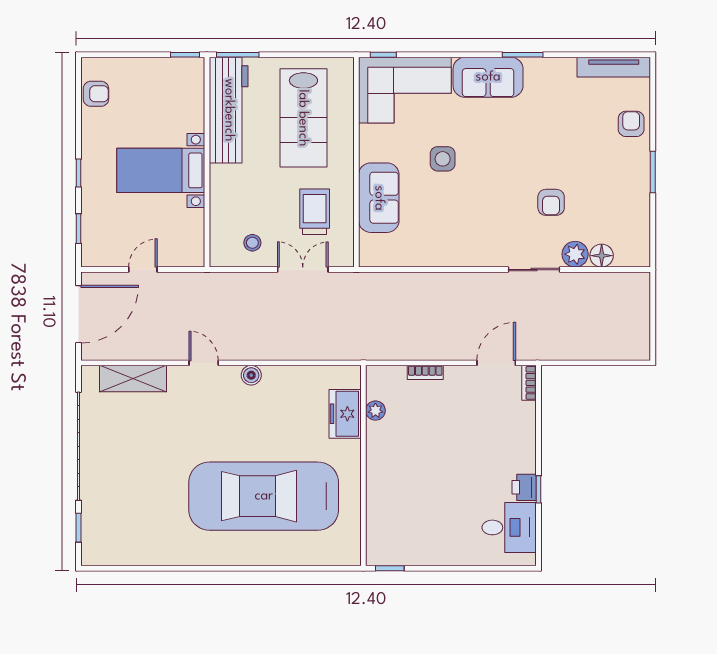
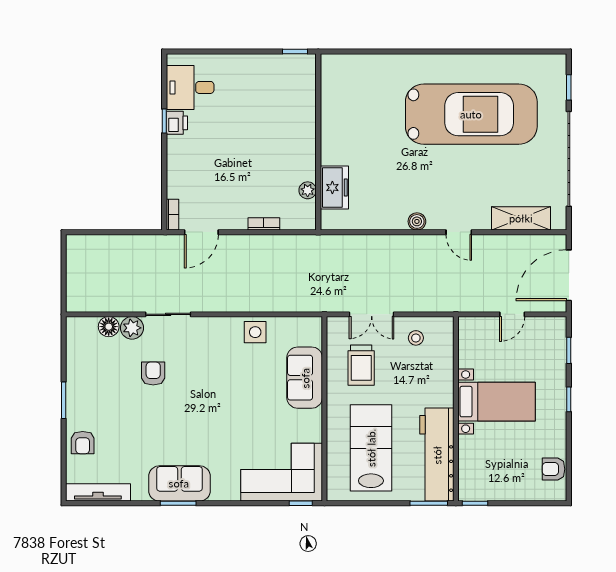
sofa: (488, 77) -> (179, 483), moved
side table: (443, 159) -> (255, 332), moved
car: (264, 496) -> (471, 114), moved

